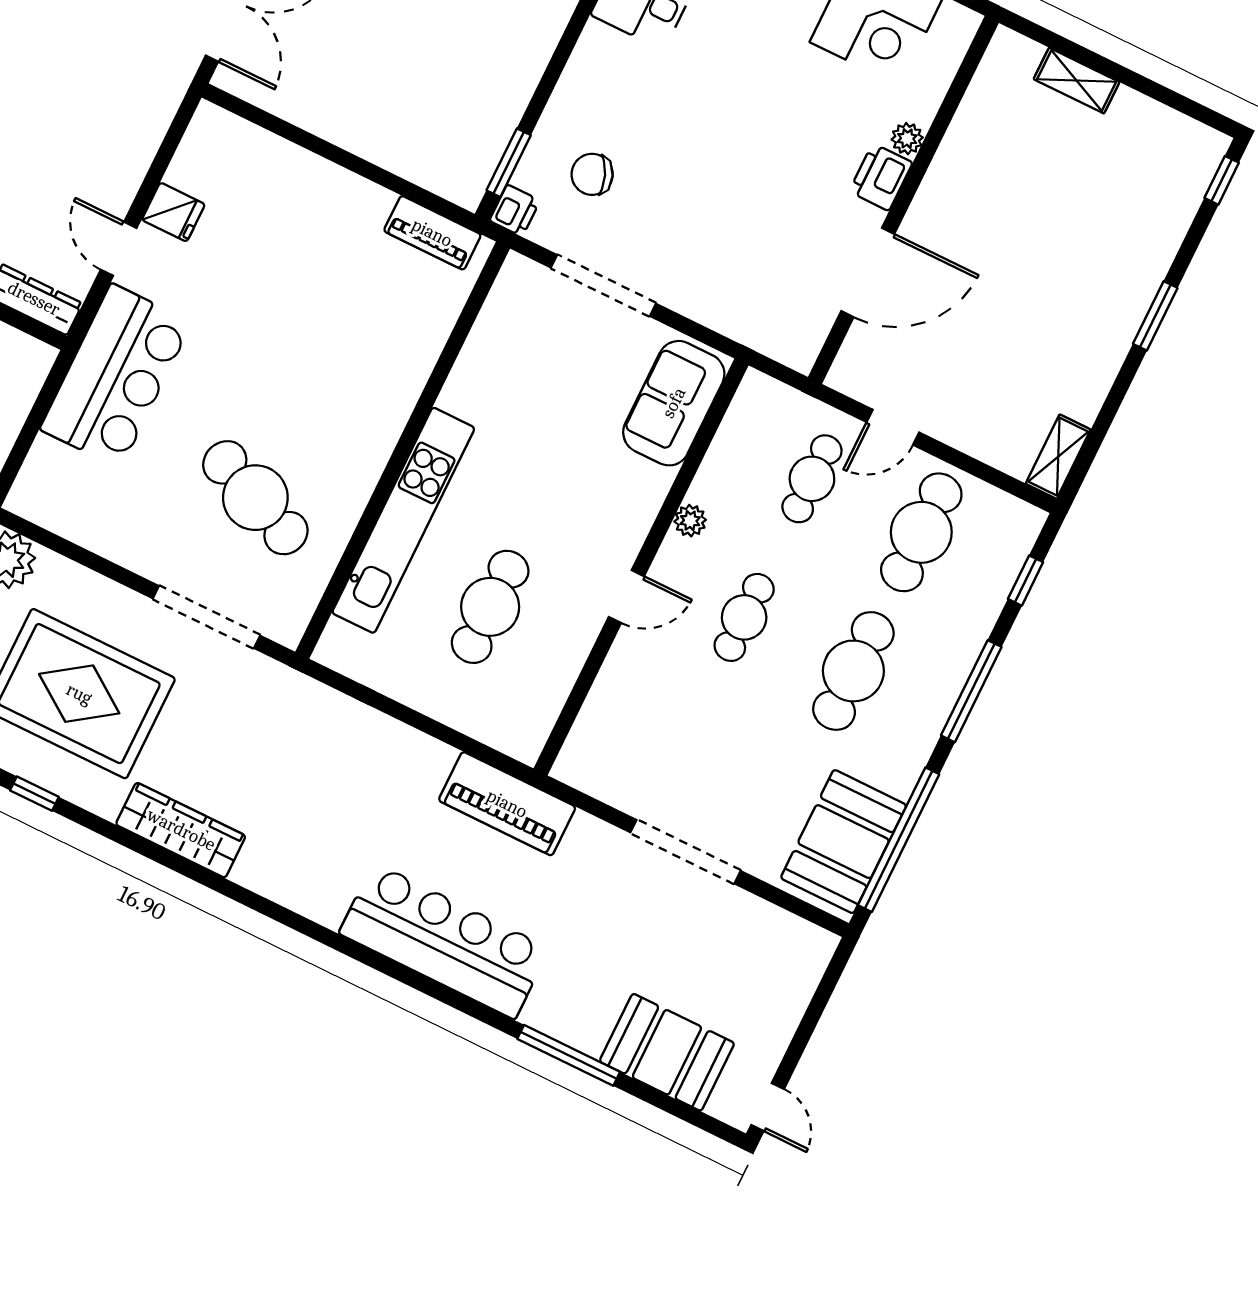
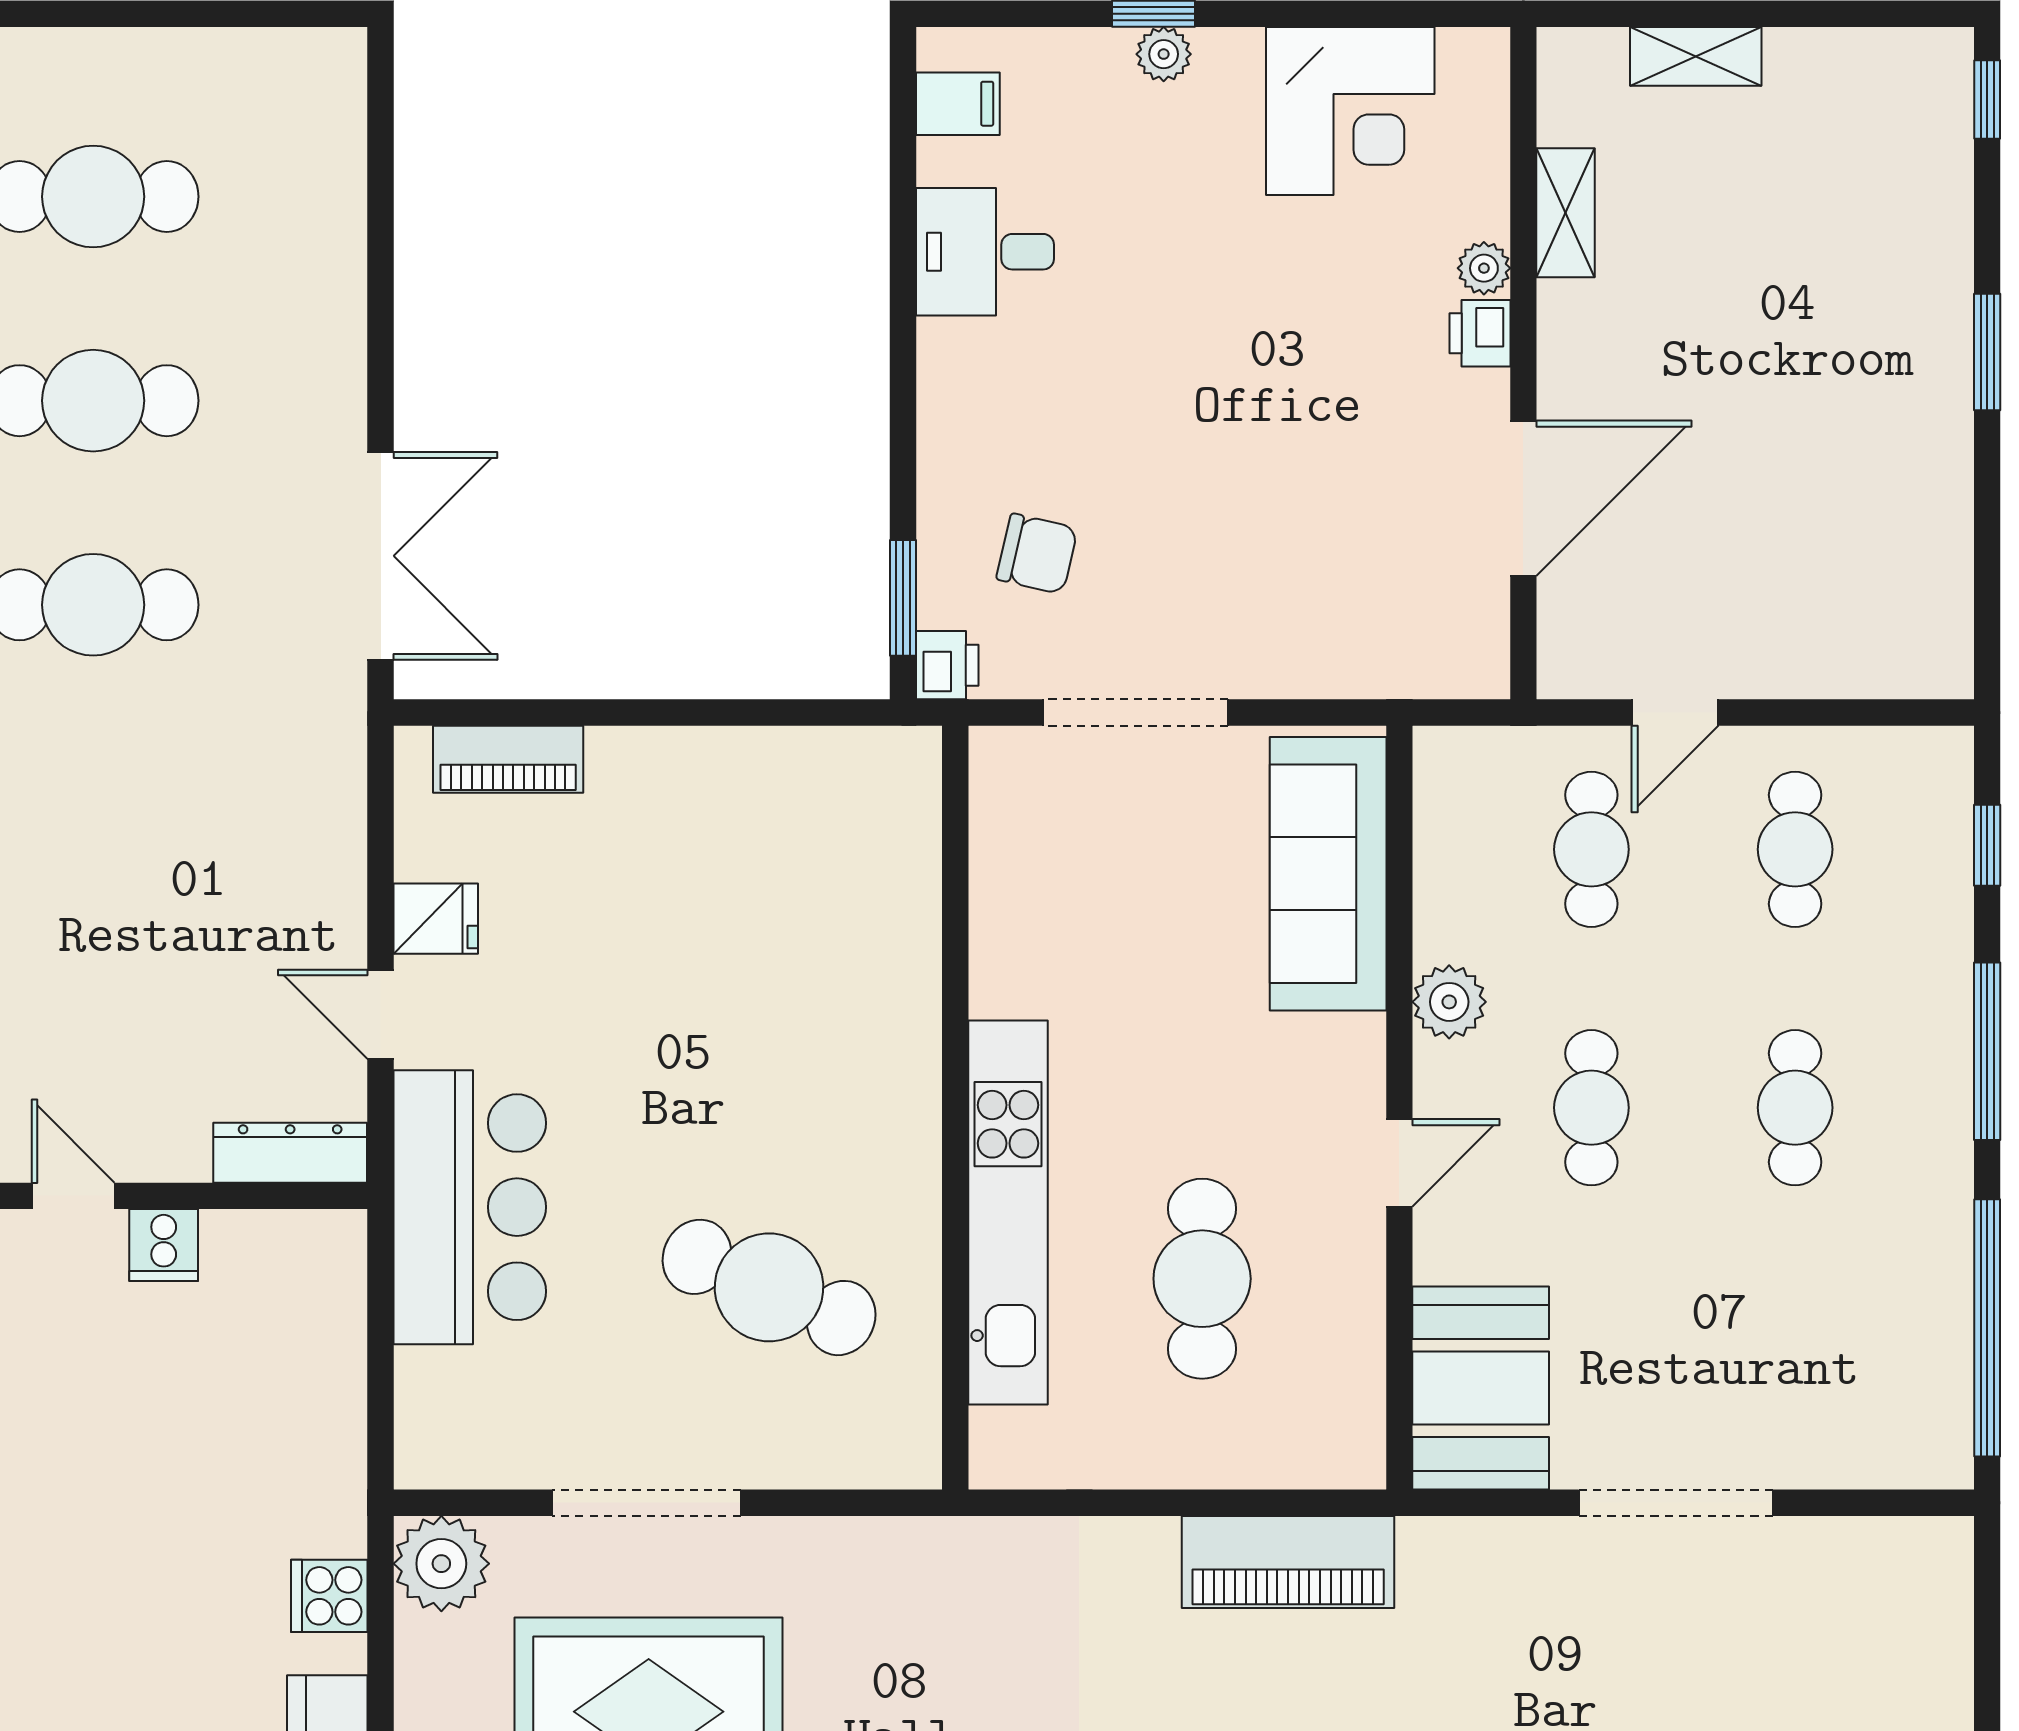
chair: (592, 174) -> (1037, 554), turned -145
printer: (881, 177) -> (1480, 333), width x0.73, depth x0.81
piano: (432, 233) -> (508, 759), moved
sofa: (674, 403) -> (1328, 874), width x1.36
shelving: (1058, 457) -> (1566, 213), moved
plant: (690, 521) -> (1449, 1002), width x1.38, depth x1.38
cafe table: (921, 532) -> (1795, 849), width x0.73, depth x0.74
doorway: (206, 617) -> (646, 1503), moved
cafe table: (853, 671) -> (1795, 1108), width x0.73, depth x0.74
piano: (507, 804) -> (1288, 1562), moved
booth: (844, 842) -> (1481, 1388), moved

